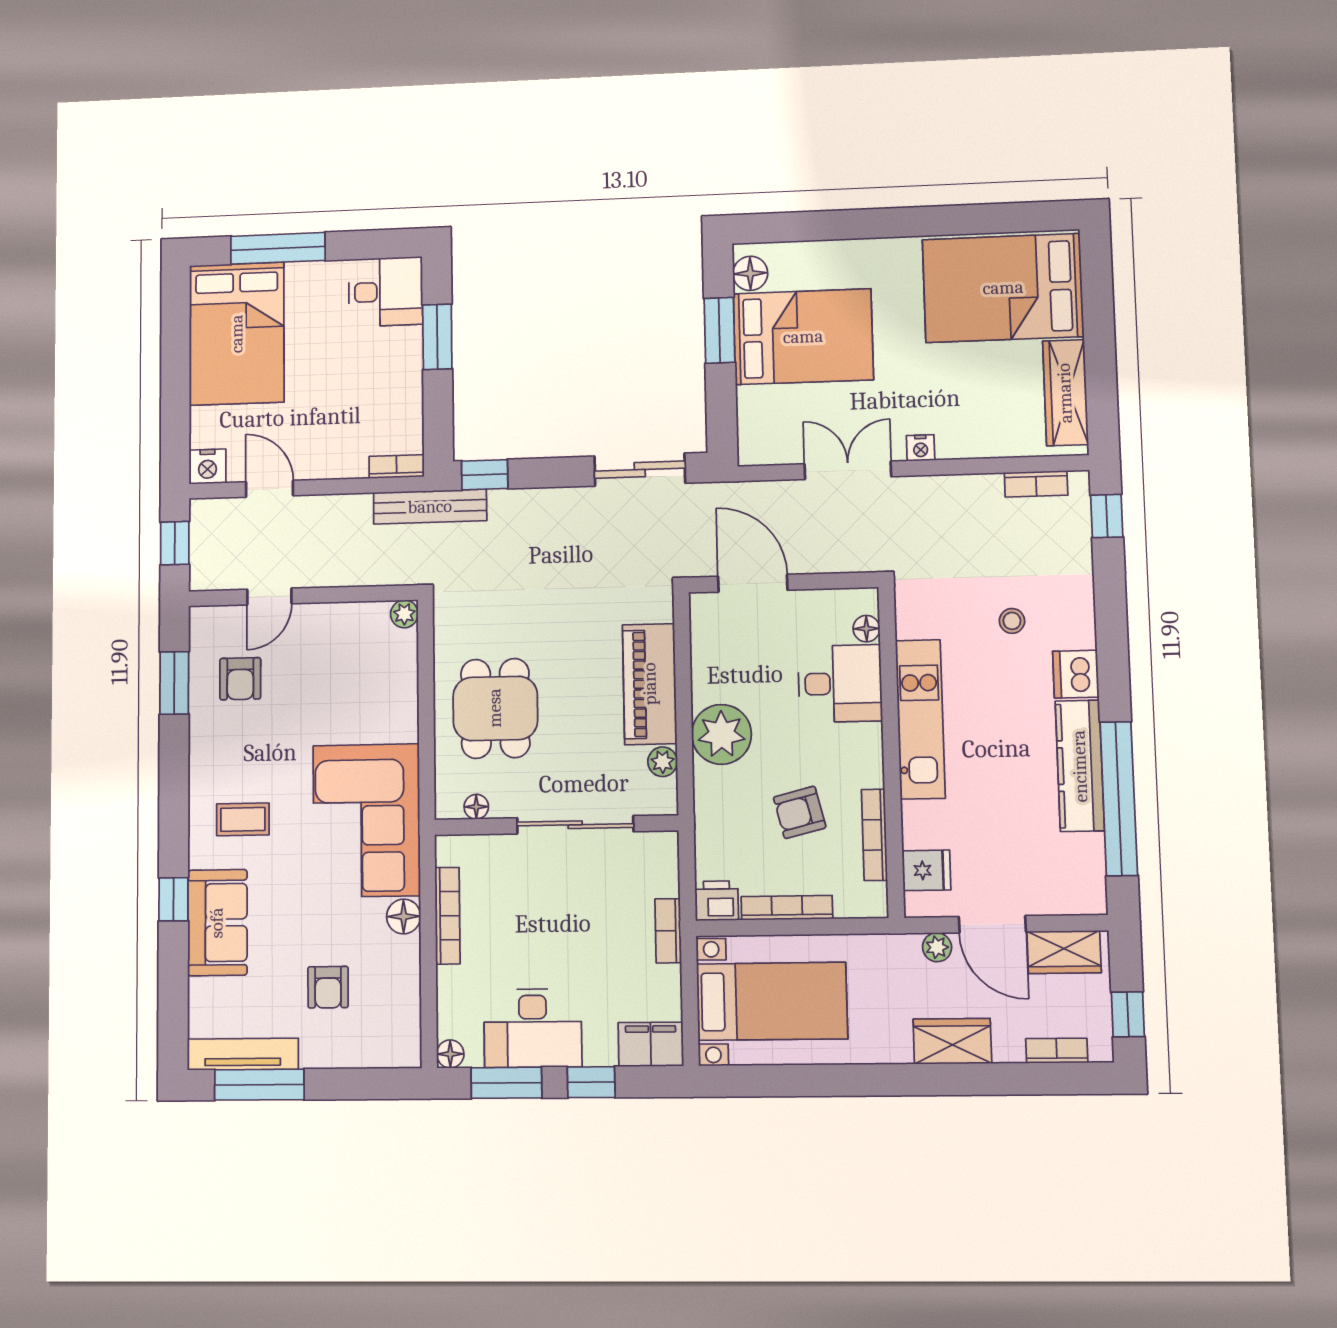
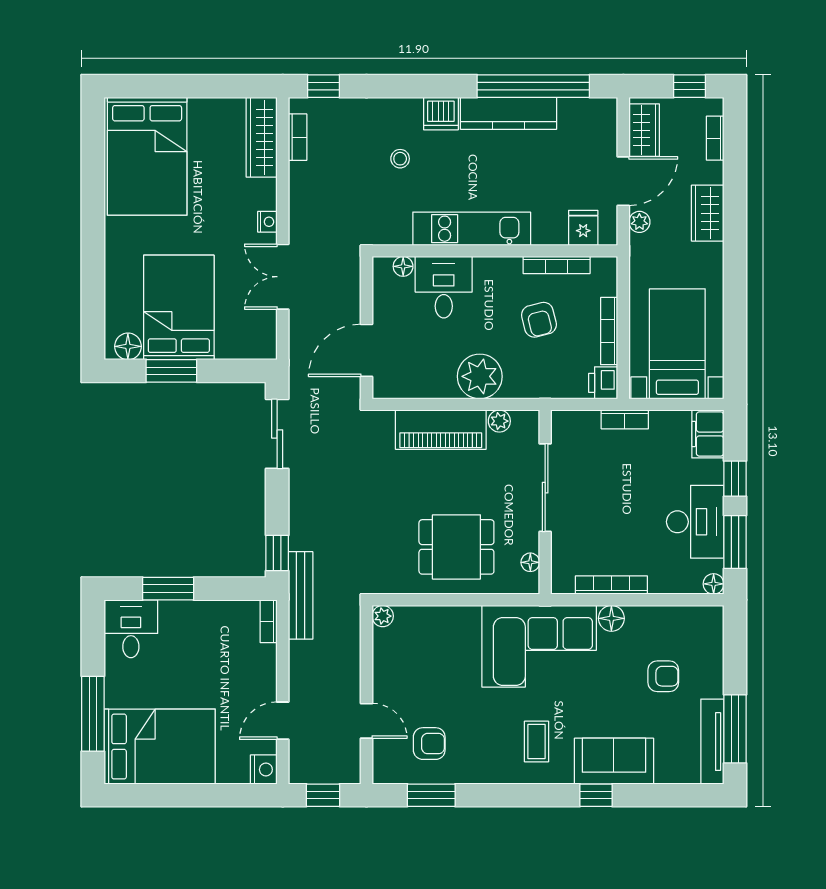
wardrobe: (1065, 393) -> (262, 137), moved, turned 90

